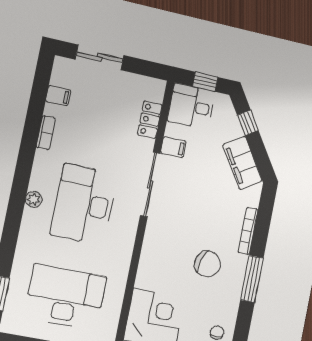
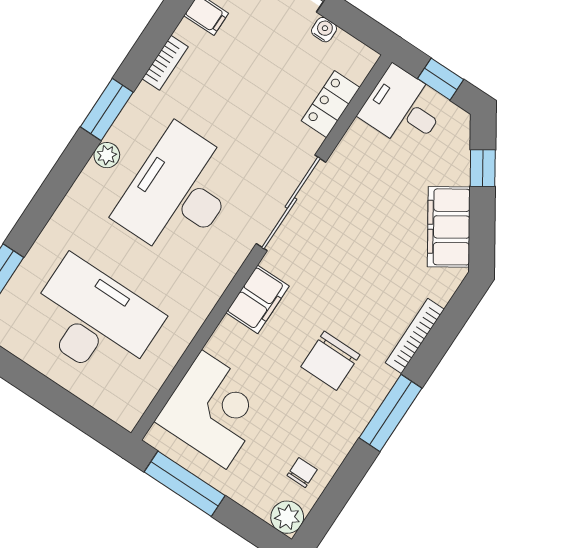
water cooler: (129, 79) -> (324, 30), added
filing cabinet: (173, 147) -> (258, 299), moved, width x2.00
window: (23, 173) -> (107, 109), added
chair: (208, 264) -> (330, 361), turned 72

